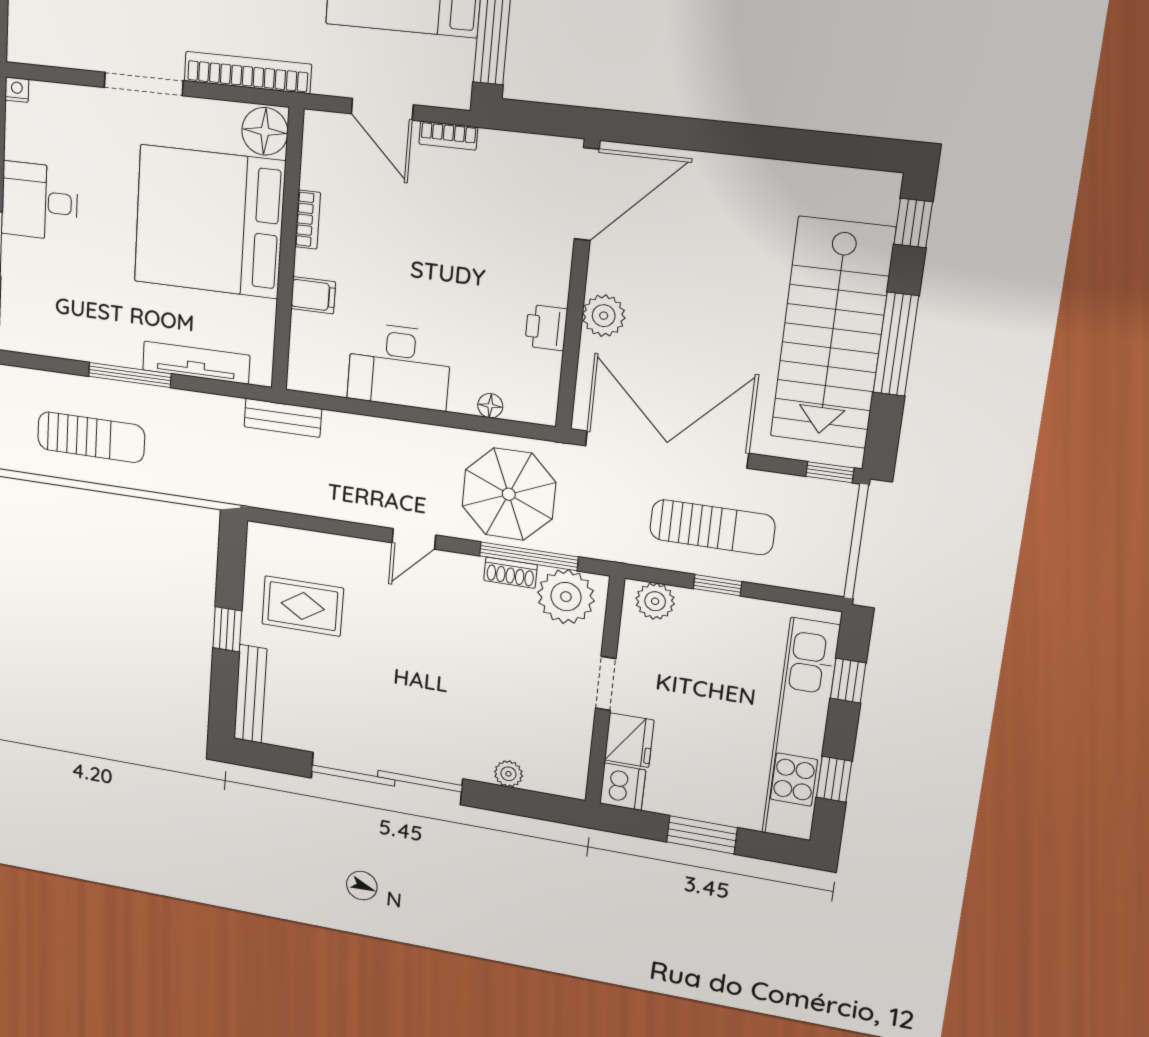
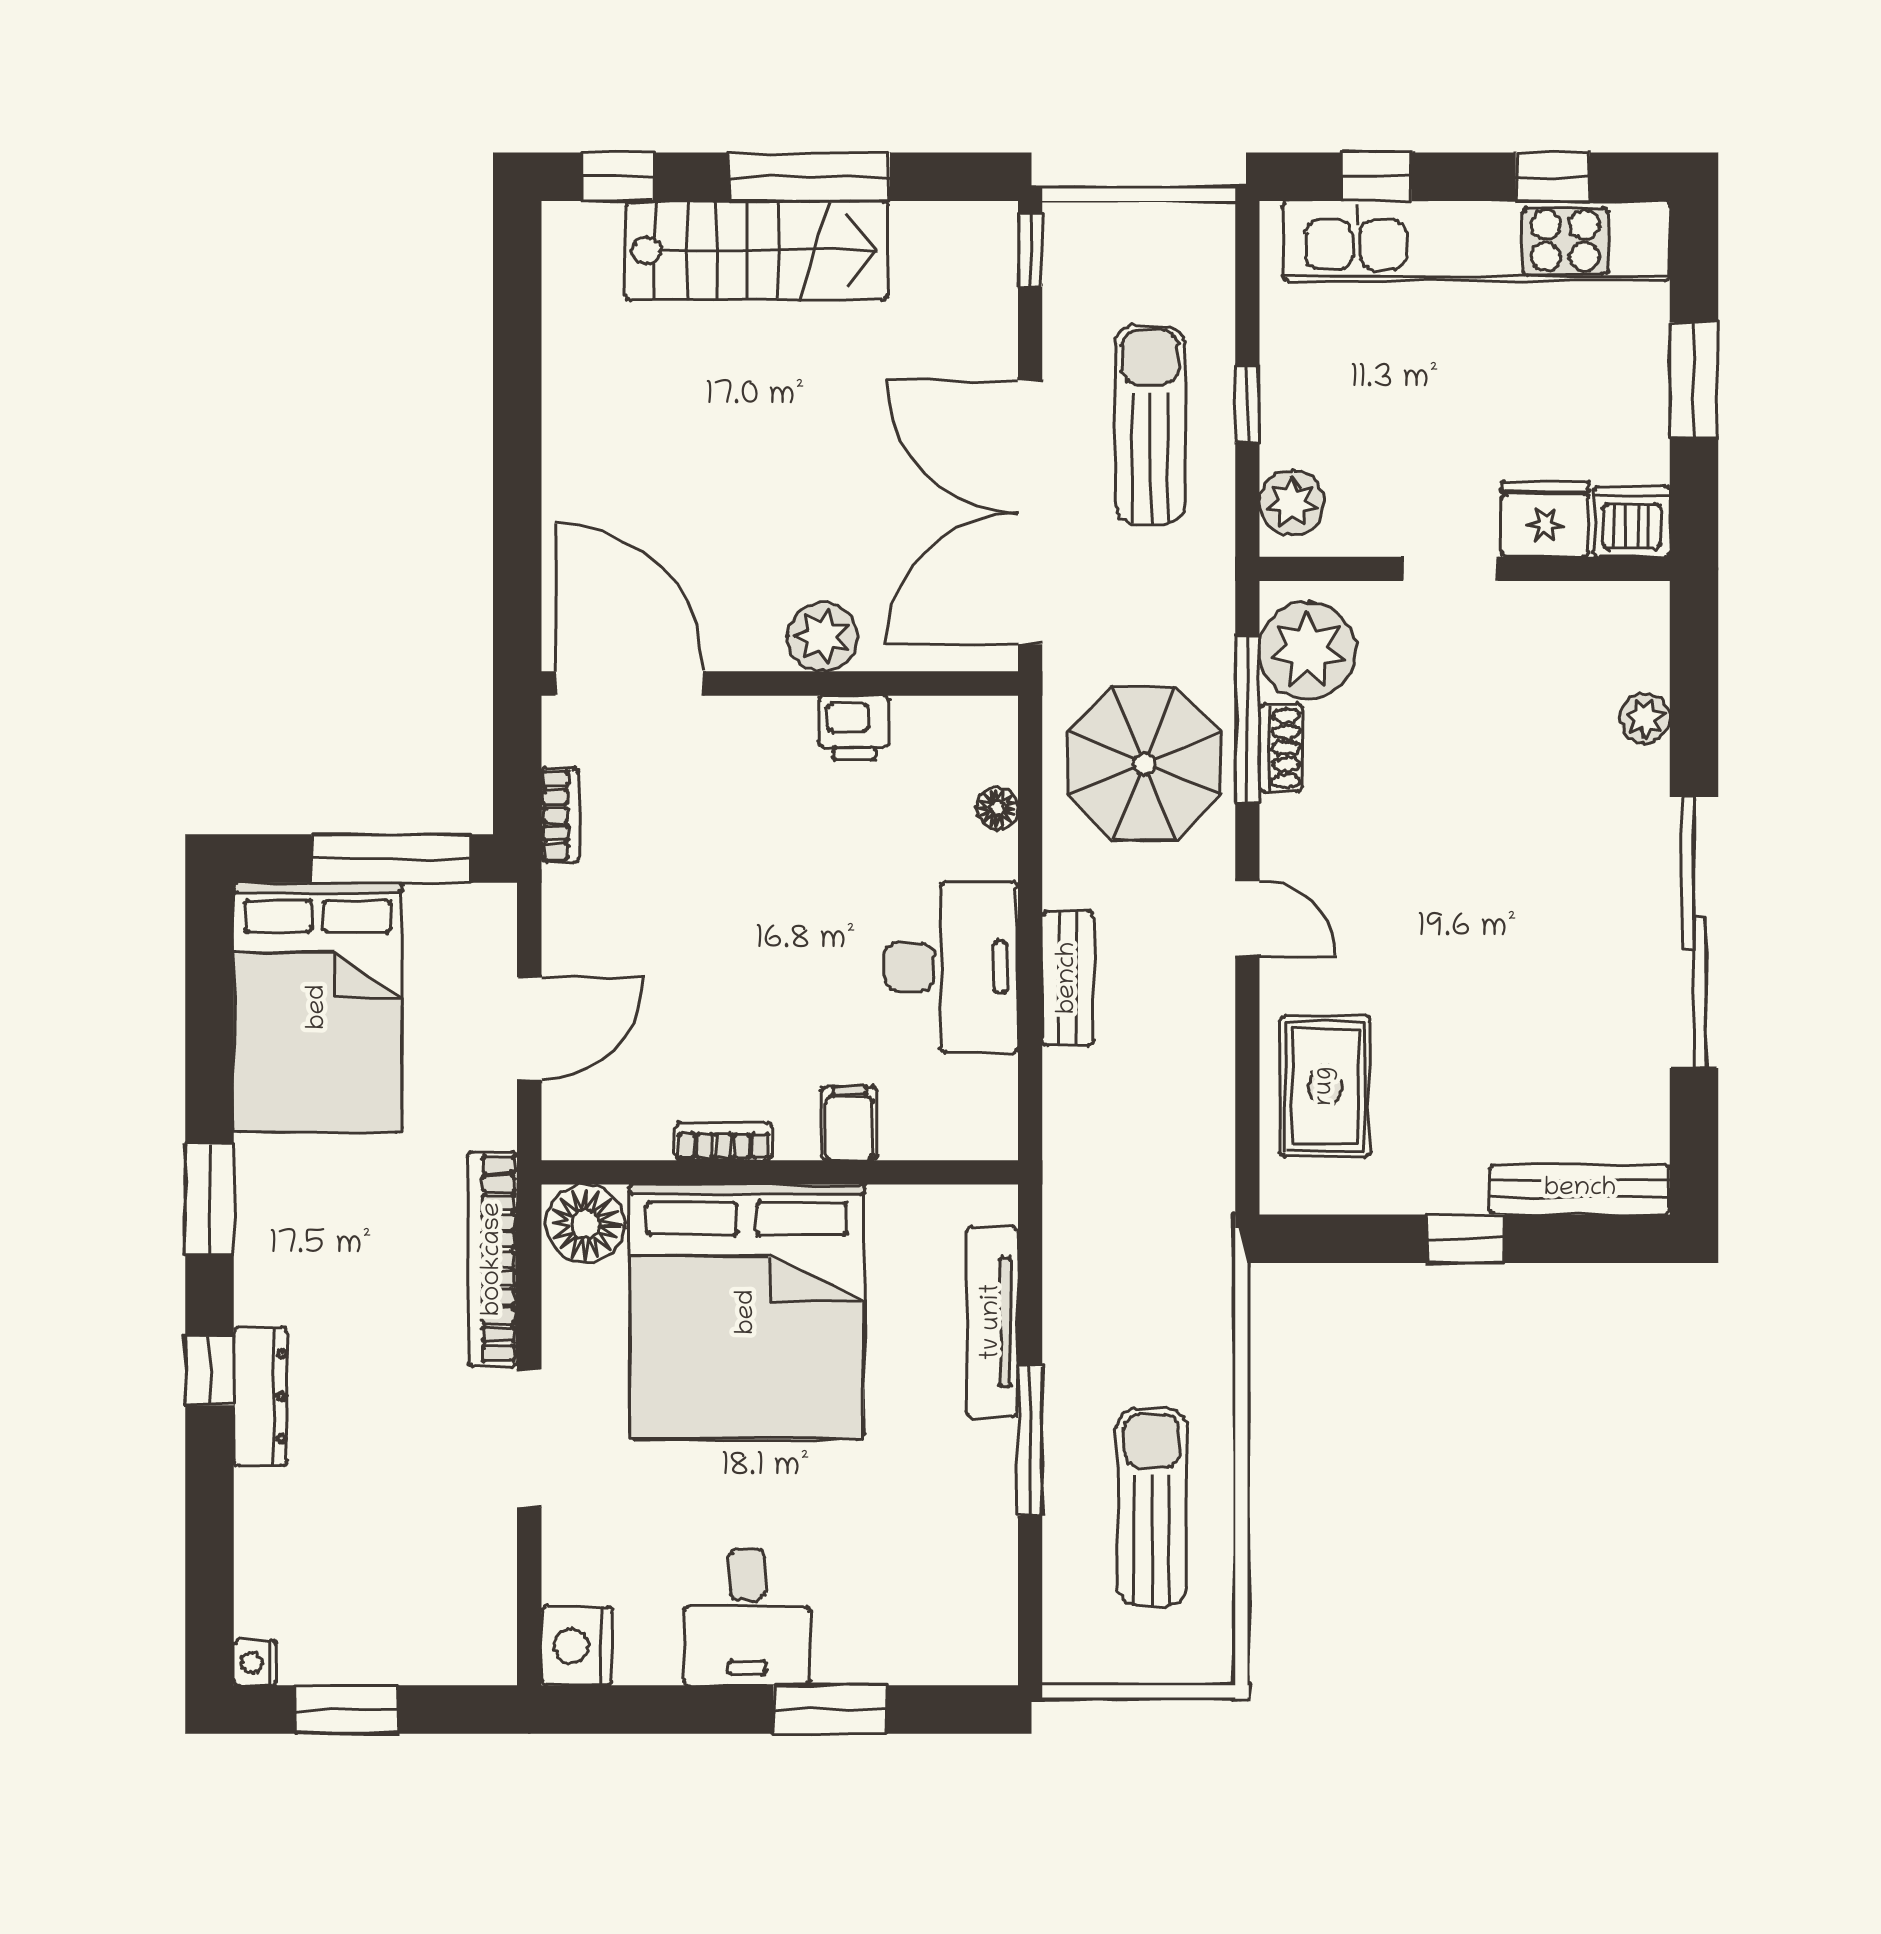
nightstand: (17, 90) -> (577, 1646), width x1.89, depth x1.79
bookcase: (448, 136) -> (560, 815), moved
stairs: (832, 333) -> (757, 250), width x0.73, depth x0.66
bench: (283, 418) -> (1068, 978), moved
rug: (303, 606) -> (1325, 1086), moved

